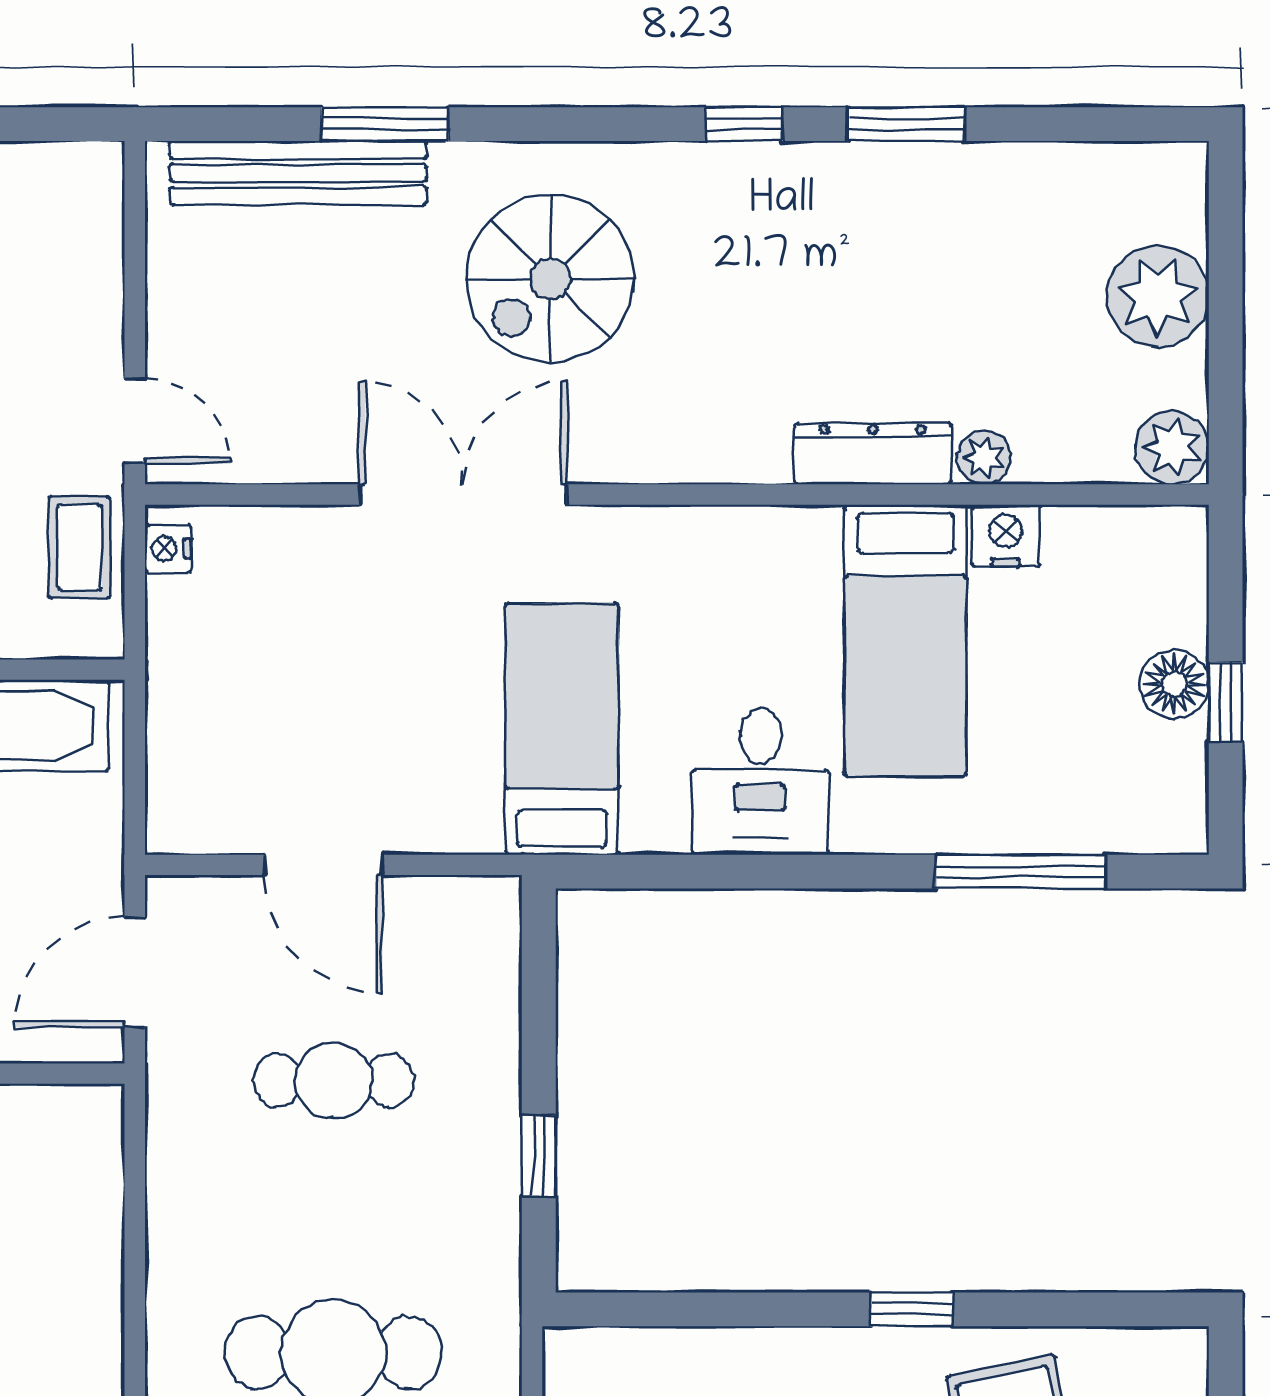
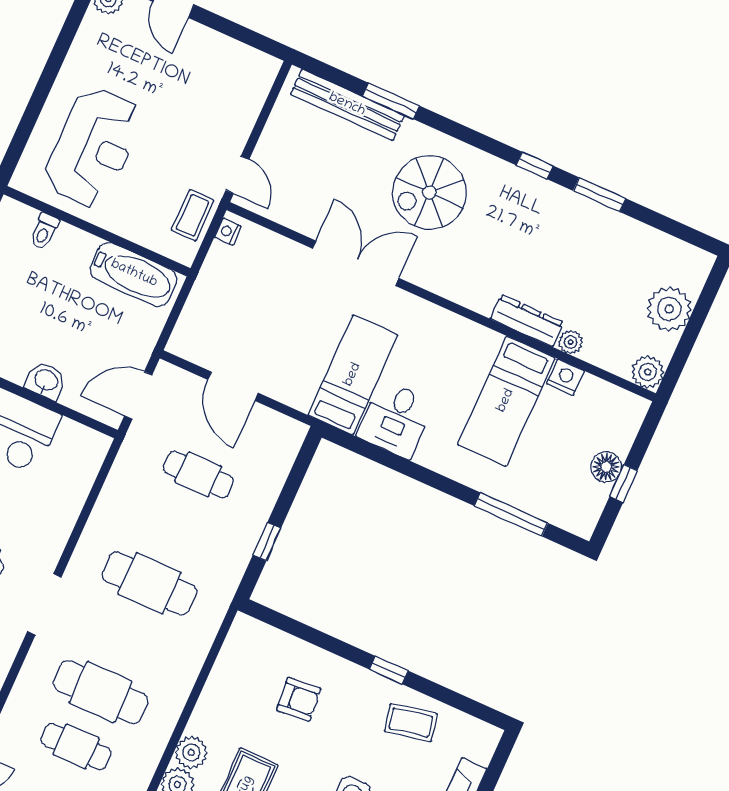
desk: (760, 781) -> (396, 419), moved

